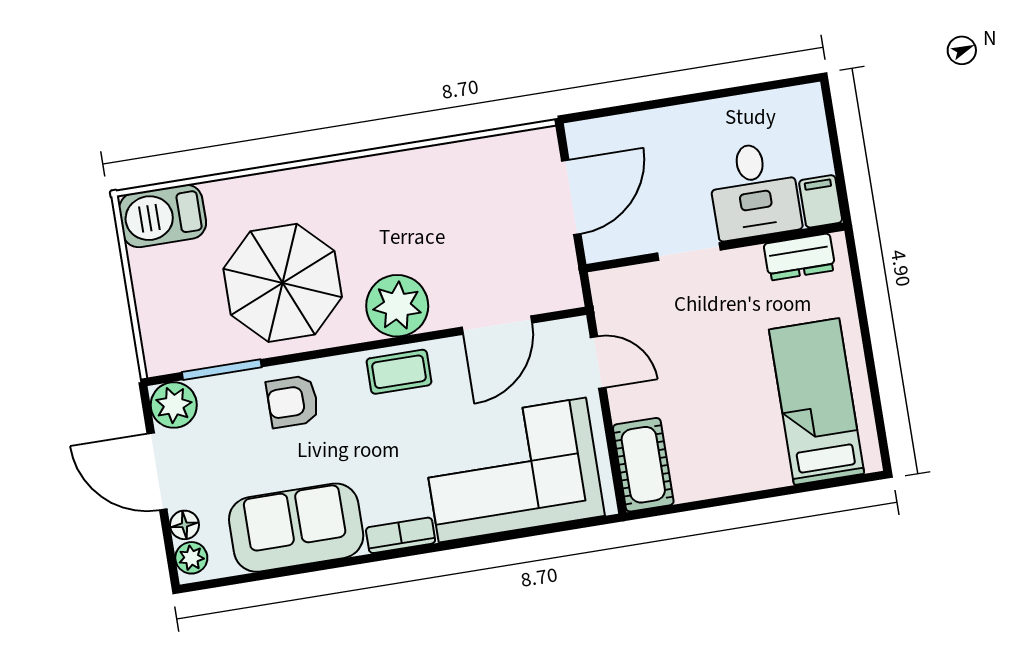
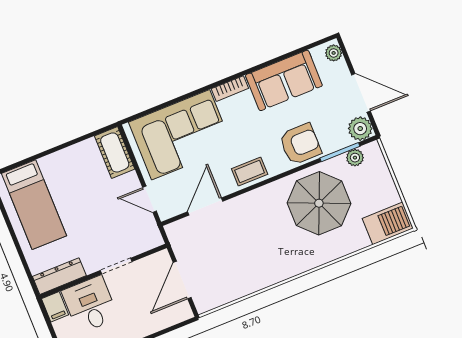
dresser: (800, 257) -> (59, 276), width x1.44
plant: (397, 306) -> (355, 158), moved, width x0.53, depth x0.53
armchair: (293, 402) -> (300, 144), width x1.38, depth x1.38
floor lamp: (184, 525) -> (341, 69), removed

